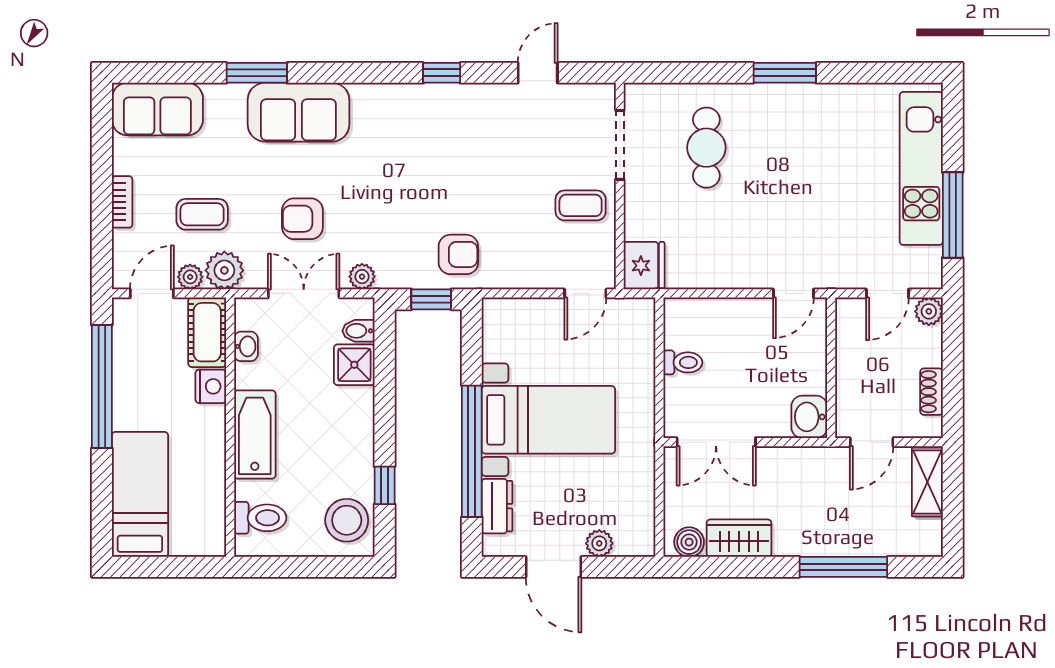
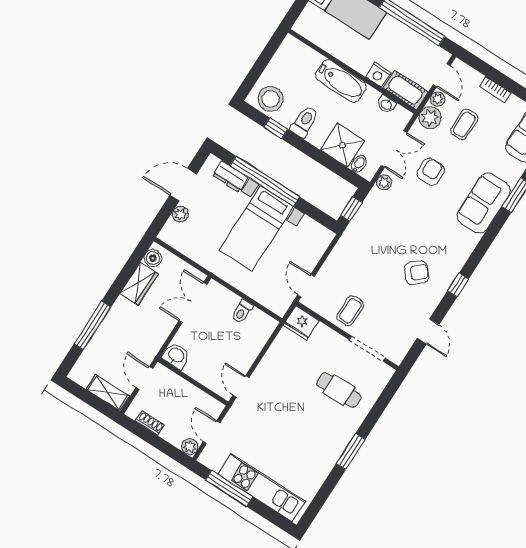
armchair: (458, 254) -> (417, 273), moved, turned -131
shower: (354, 365) -> (342, 145), width x1.36, depth x1.36
toilet: (260, 518) -> (304, 122), moved, turned 180

